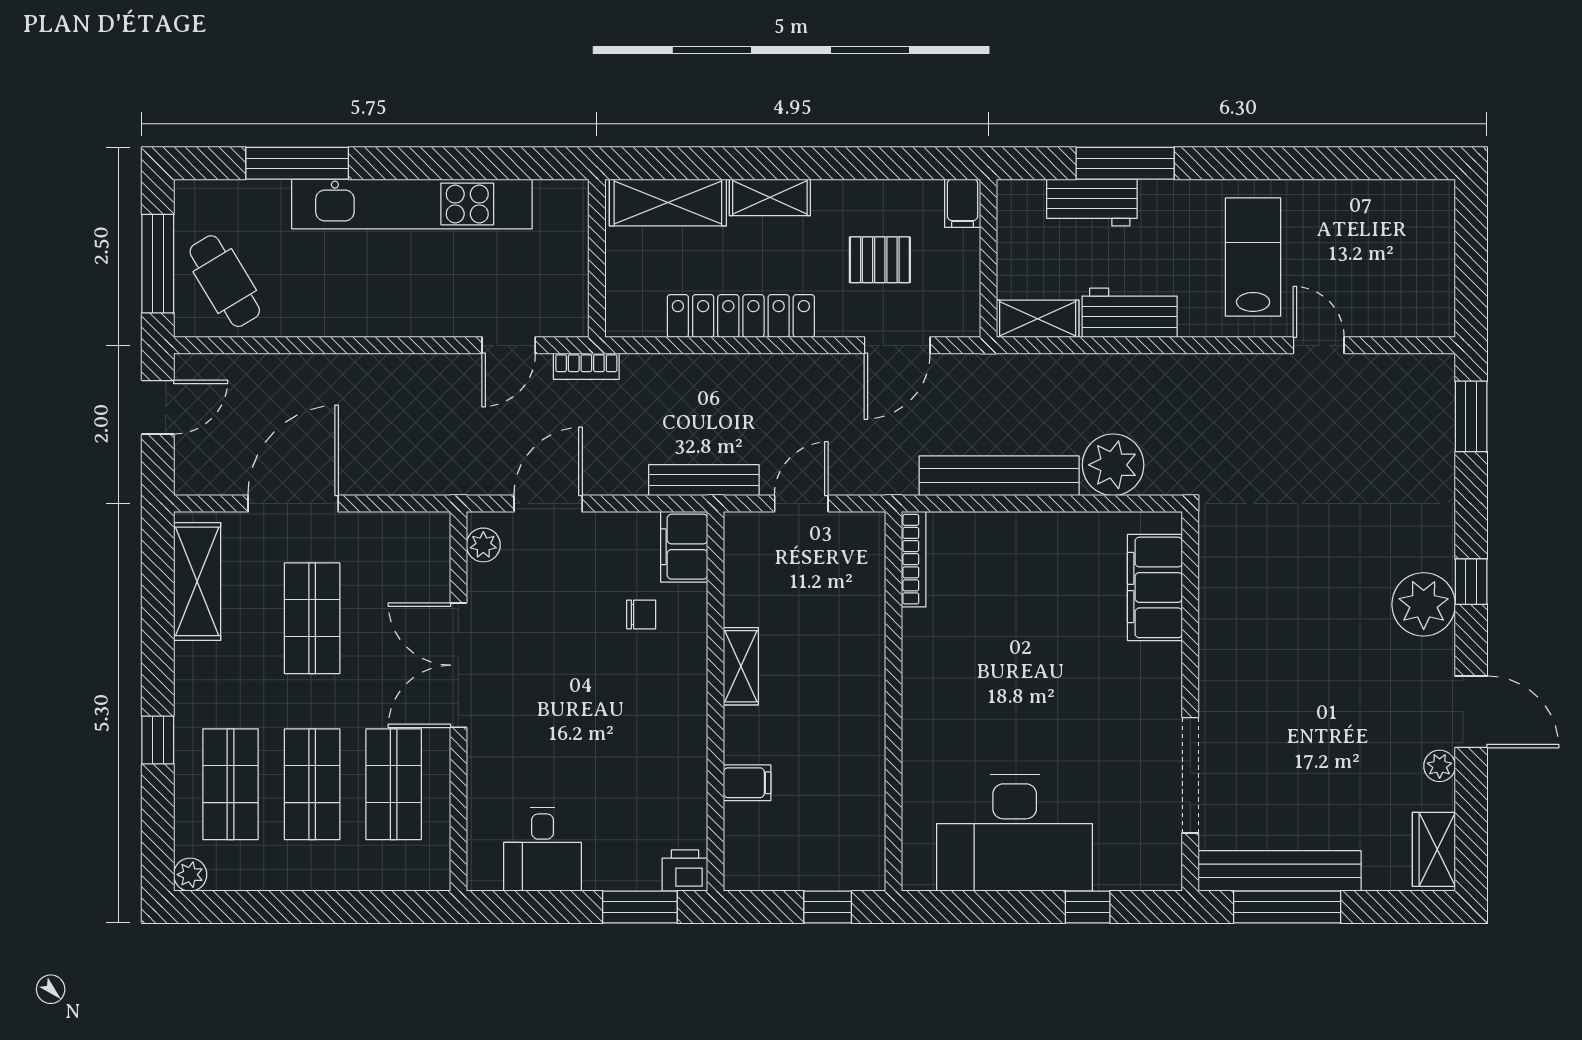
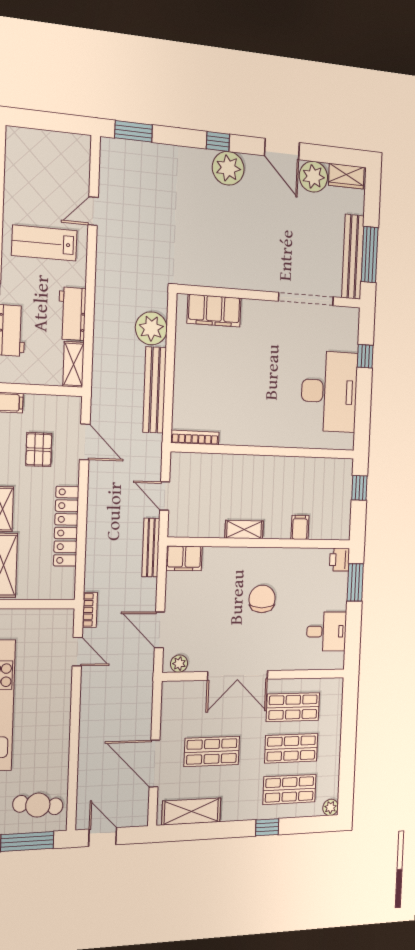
cafe table: (225, 281) -> (38, 805), turned 38
chair: (641, 615) -> (262, 599), moved, width x1.87, depth x1.87
door: (1471, 712) -> (282, 149), swing flipped
plant: (1440, 766) -> (313, 177), width x1.88, depth x1.88

